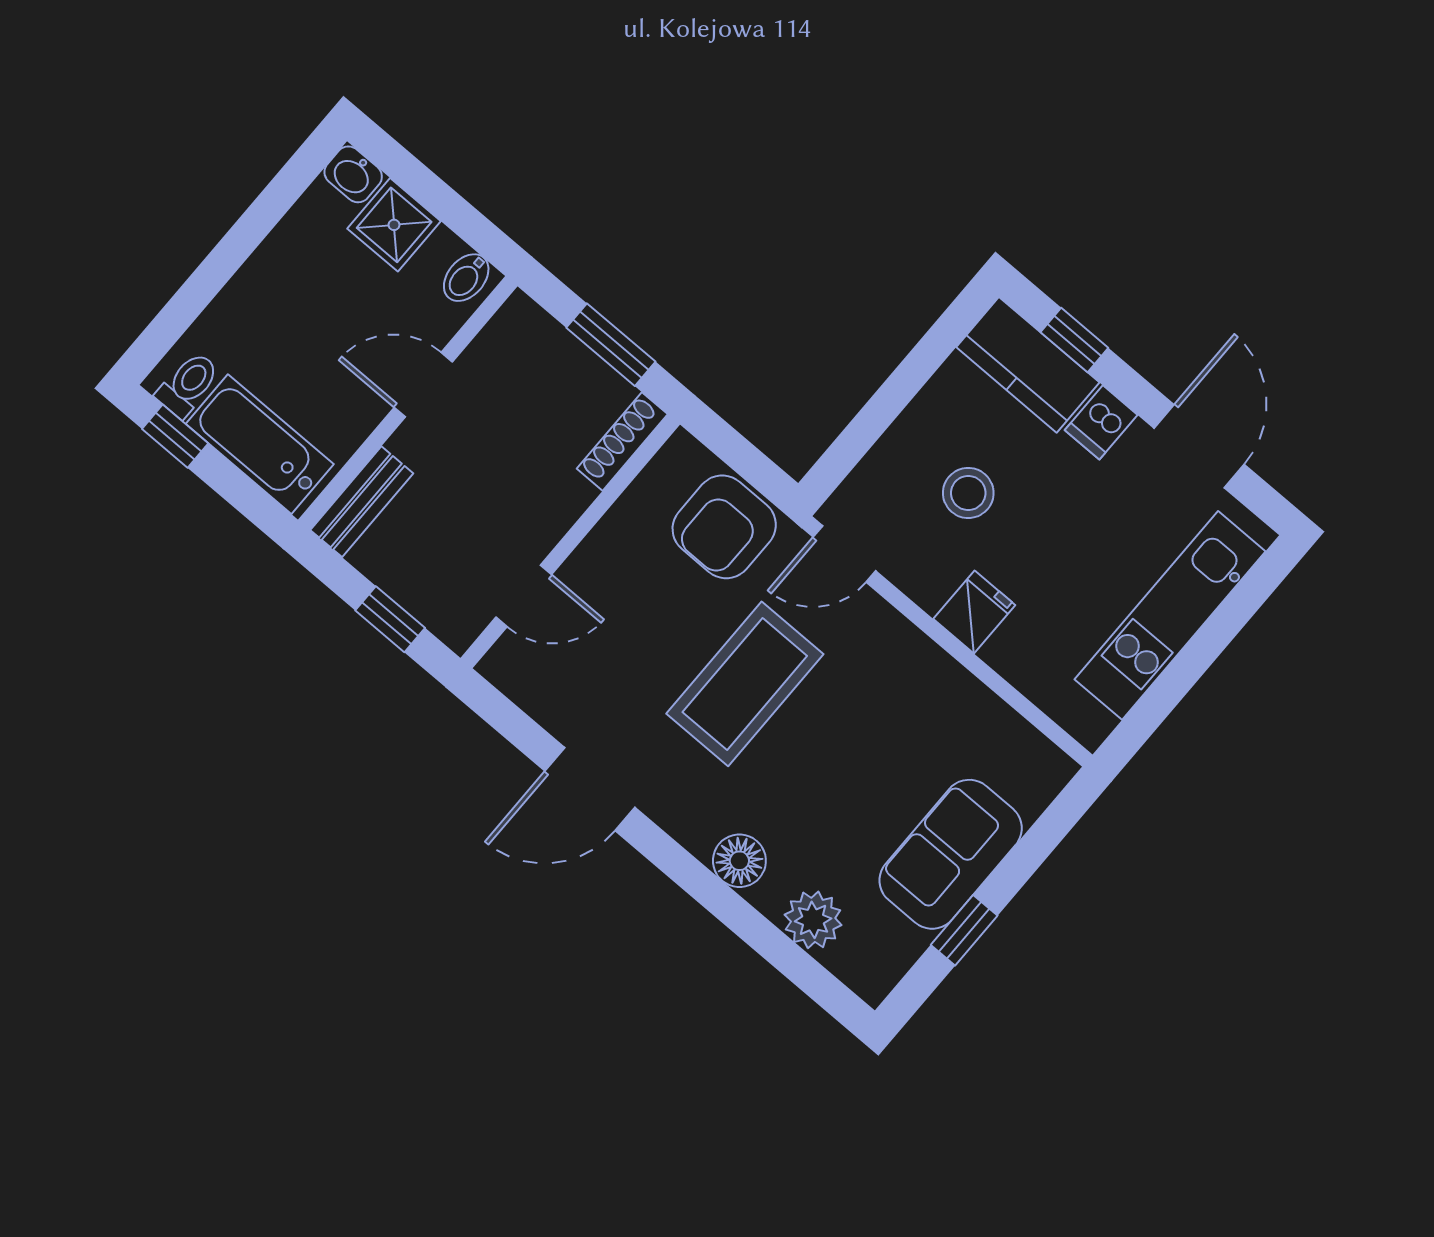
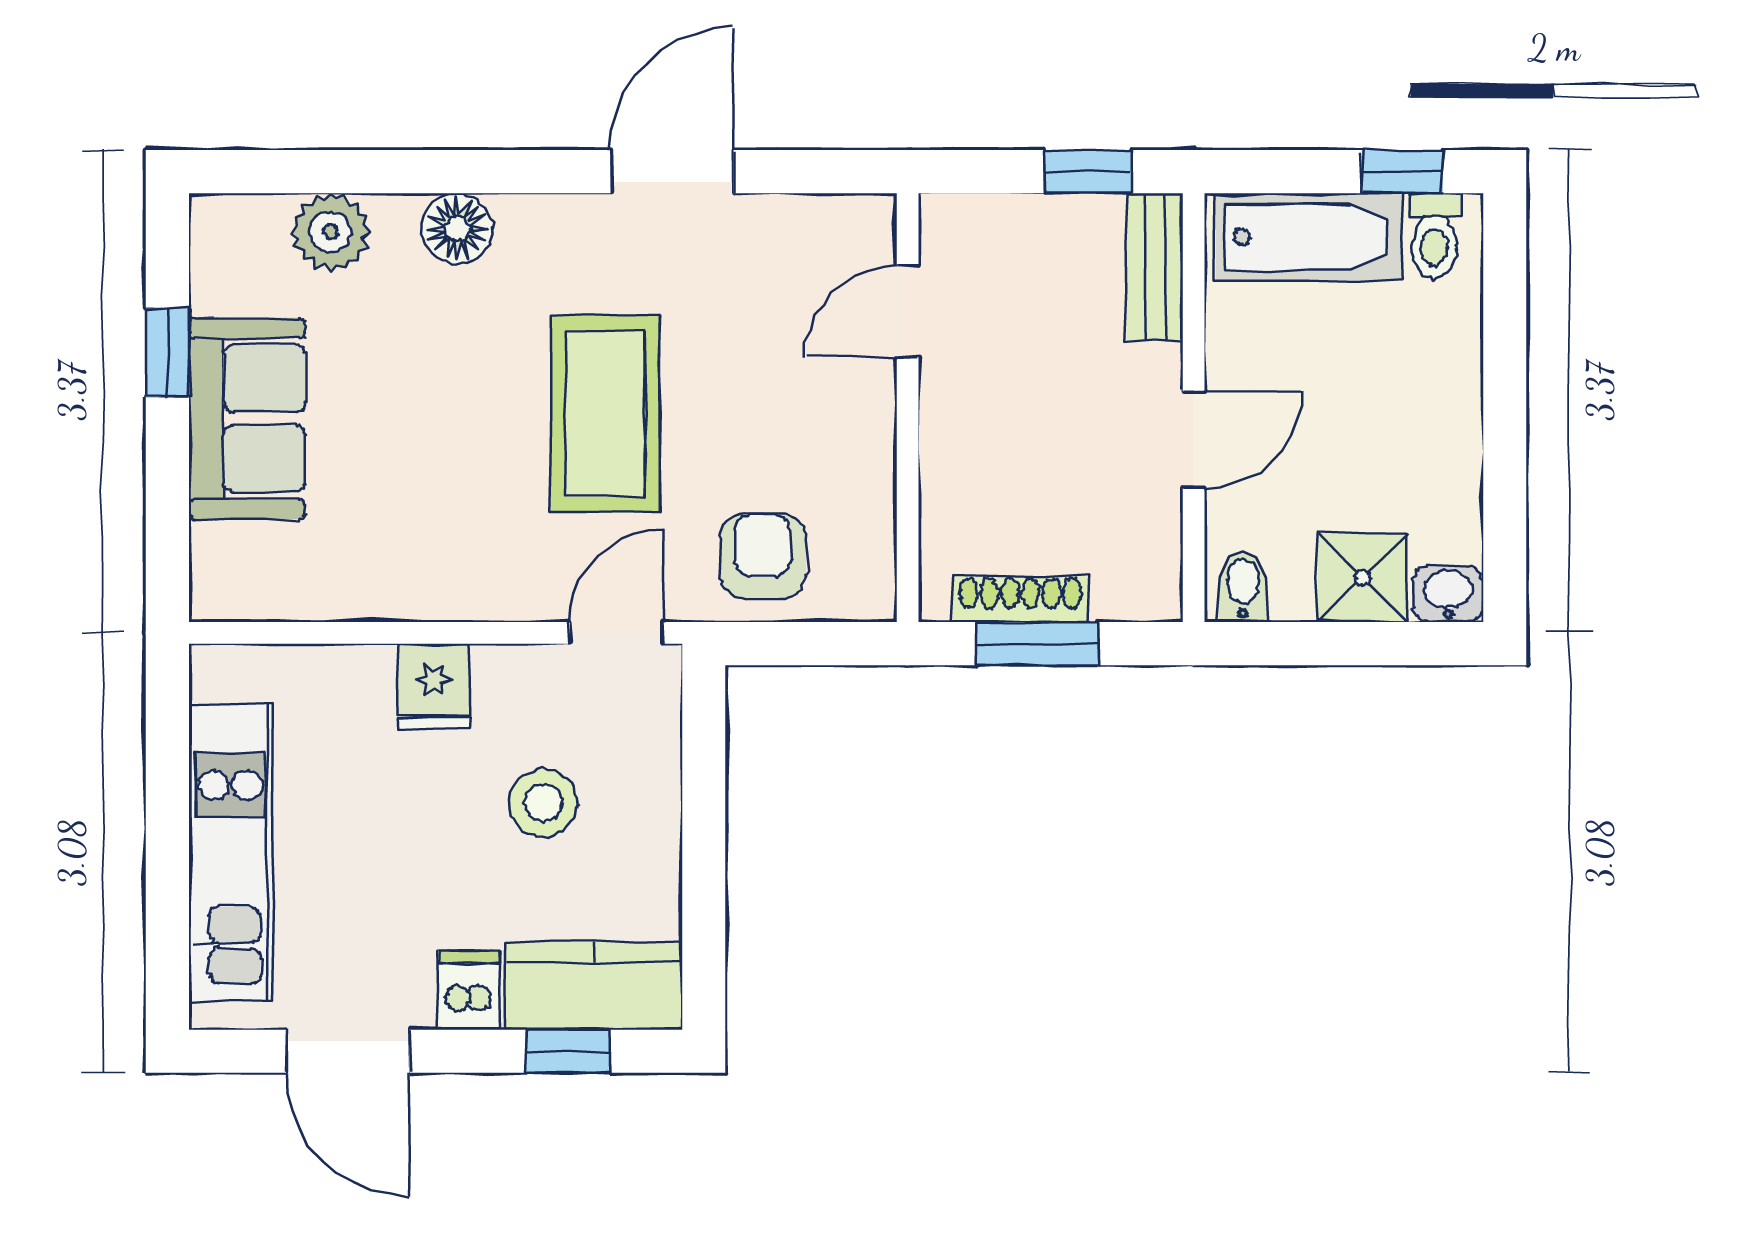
shoe rack: (622, 441) -> (1020, 599), moved, turned -90
armchair: (724, 527) -> (763, 556), width x0.72, depth x0.72
window: (390, 619) -> (1088, 172), moved

